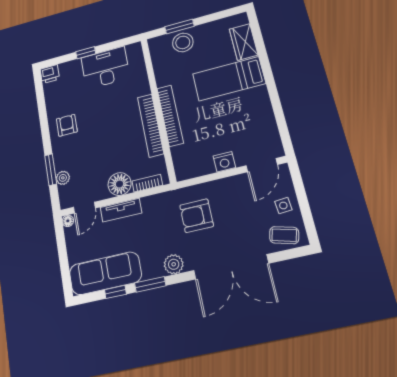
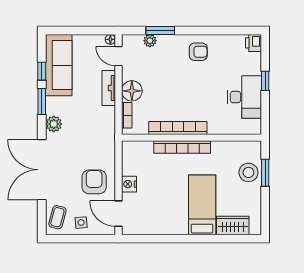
armchair: (197, 216) -> (94, 182), moved

